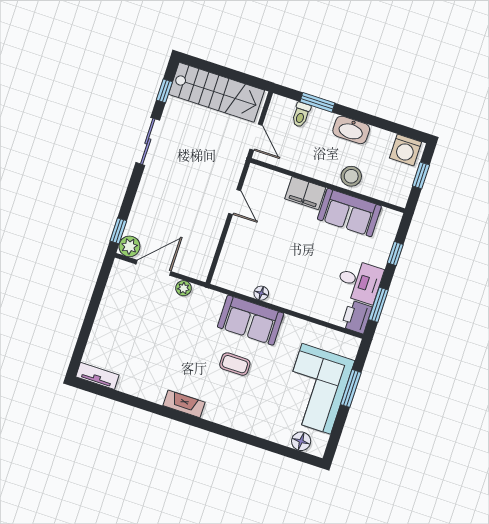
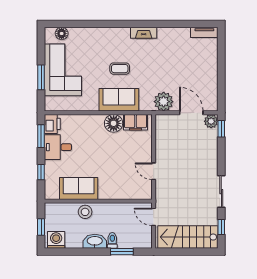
toilet: (301, 115) -> (112, 240), moved
filing cabinet: (305, 193) -> (135, 122), moved, turned 180
door: (154, 268) -> (191, 113), swing flipped
plant: (184, 288) -> (164, 102), width x1.87, depth x1.87
floor lamp: (261, 293) -> (114, 123), width x1.89, depth x1.89

